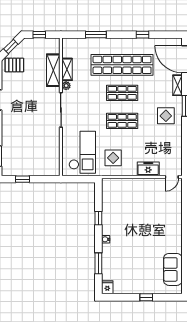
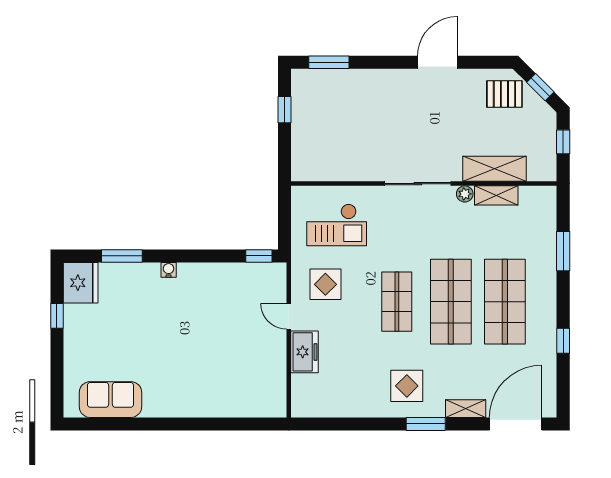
pallet: (14, 65) -> (504, 94), turned 90
shop shelf: (122, 65) -> (505, 302), width x0.71
shop shelf: (122, 93) -> (451, 302), width x1.43, depth x1.36
checkout: (82, 152) -> (337, 225), width x0.73, depth x0.83
door: (172, 177) -> (289, 316), moved
window: (98, 218) -> (259, 256), moved
fridge: (107, 287) -> (81, 283), width x1.88, depth x1.34
window: (146, 297) -> (57, 316), moved

